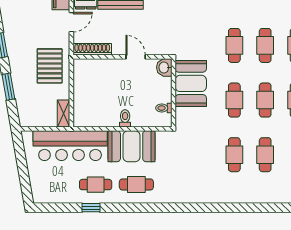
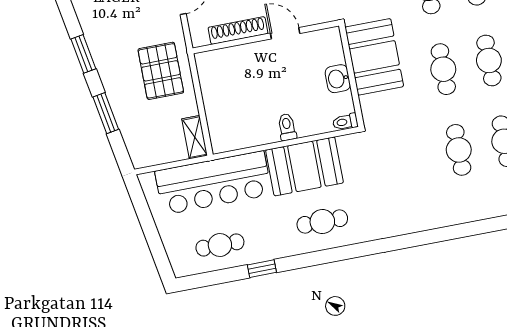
shoe rack: (92, 49) -> (238, 31), moved
washbasin: (164, 67) -> (338, 79), moved
toilet: (164, 108) -> (345, 122), moved
cafe table: (96, 185) -> (220, 245), moved

